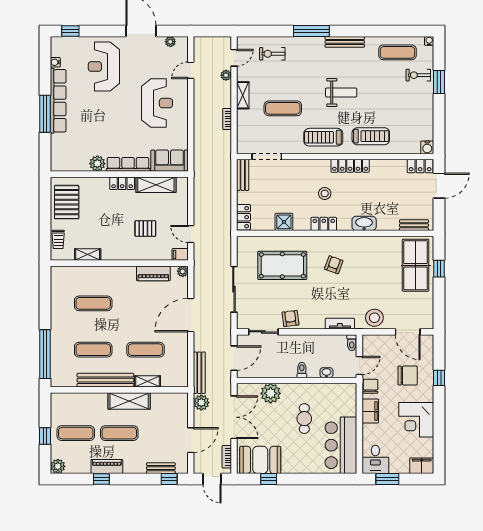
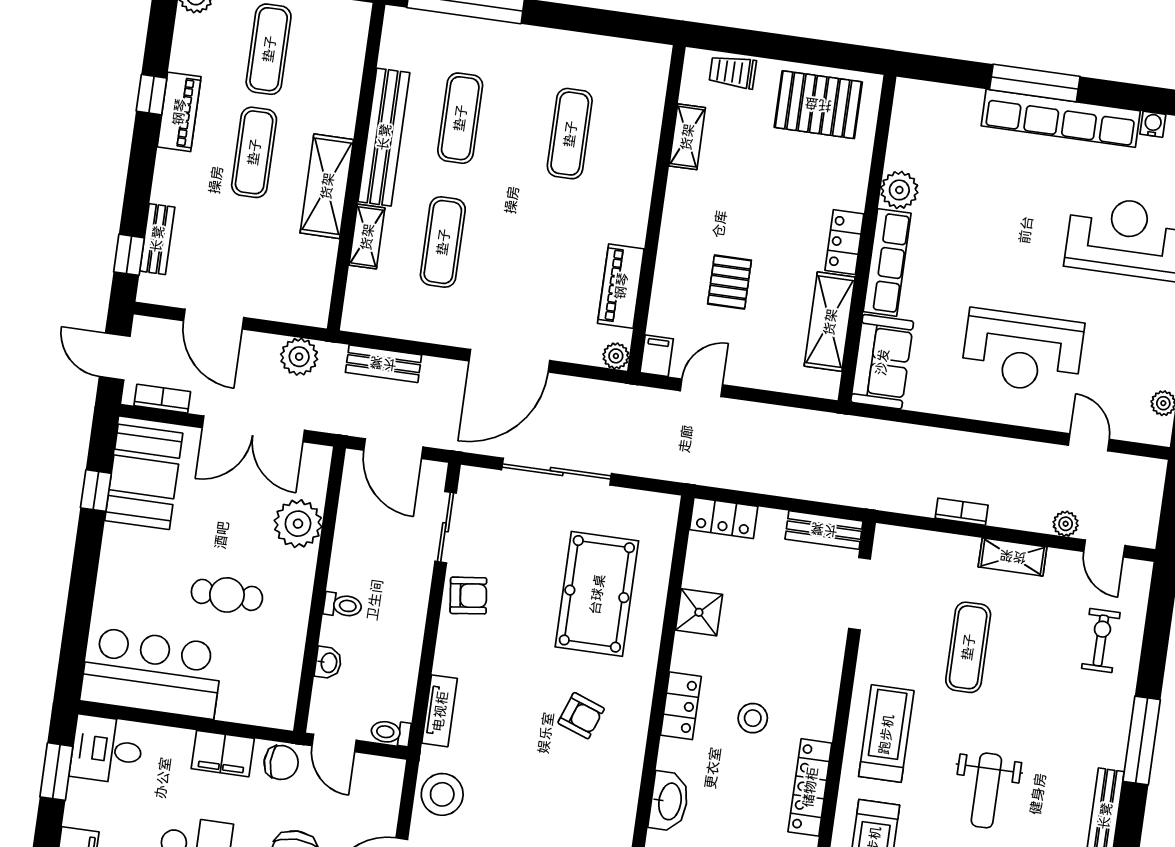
door: (191, 315) -> (509, 361), swing flipped
bench: (199, 373) -> (383, 364), width x0.73
door: (212, 479) -> (115, 356), hinge flipped

